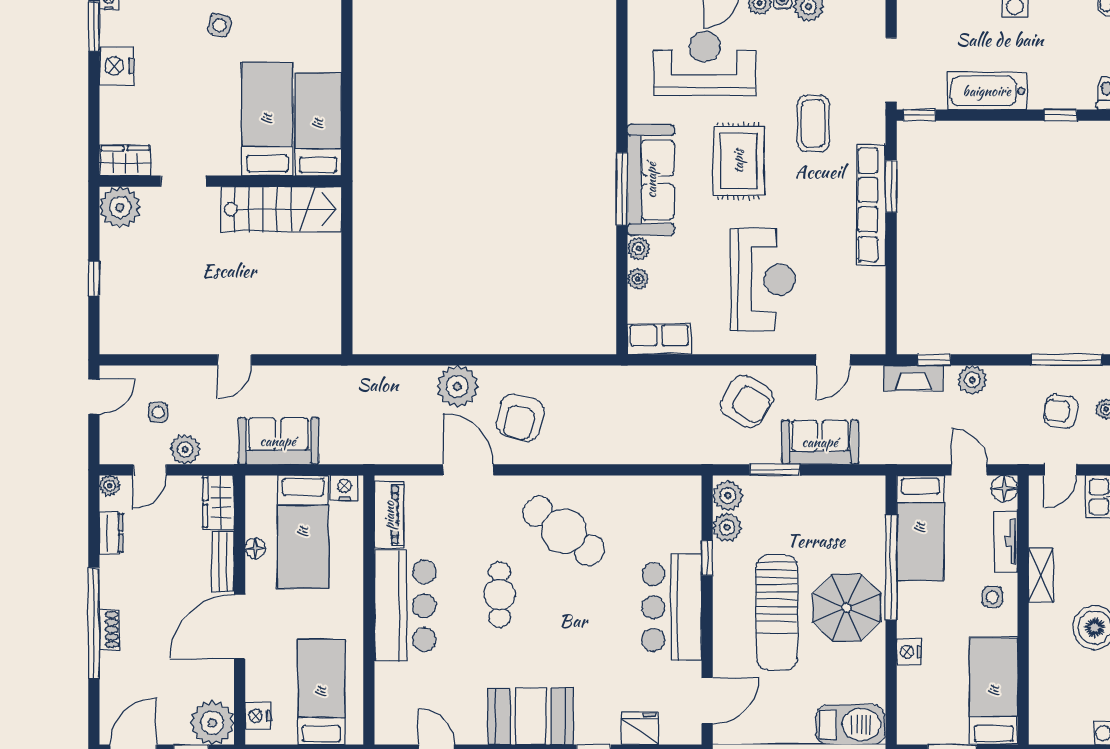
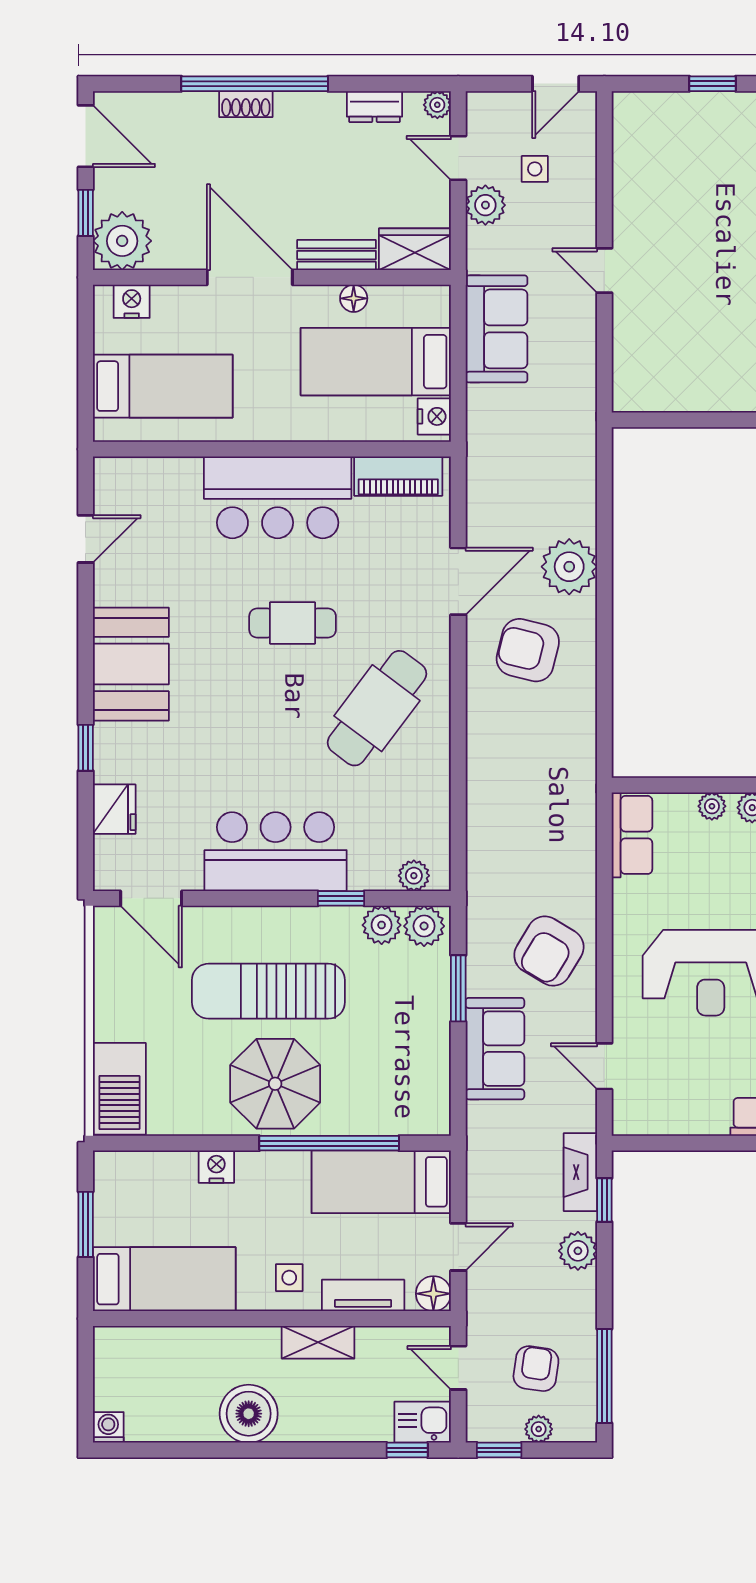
door: (94, 397) -> (556, 84), hinge flipped
plant: (690, 503) -> (414, 876), added

